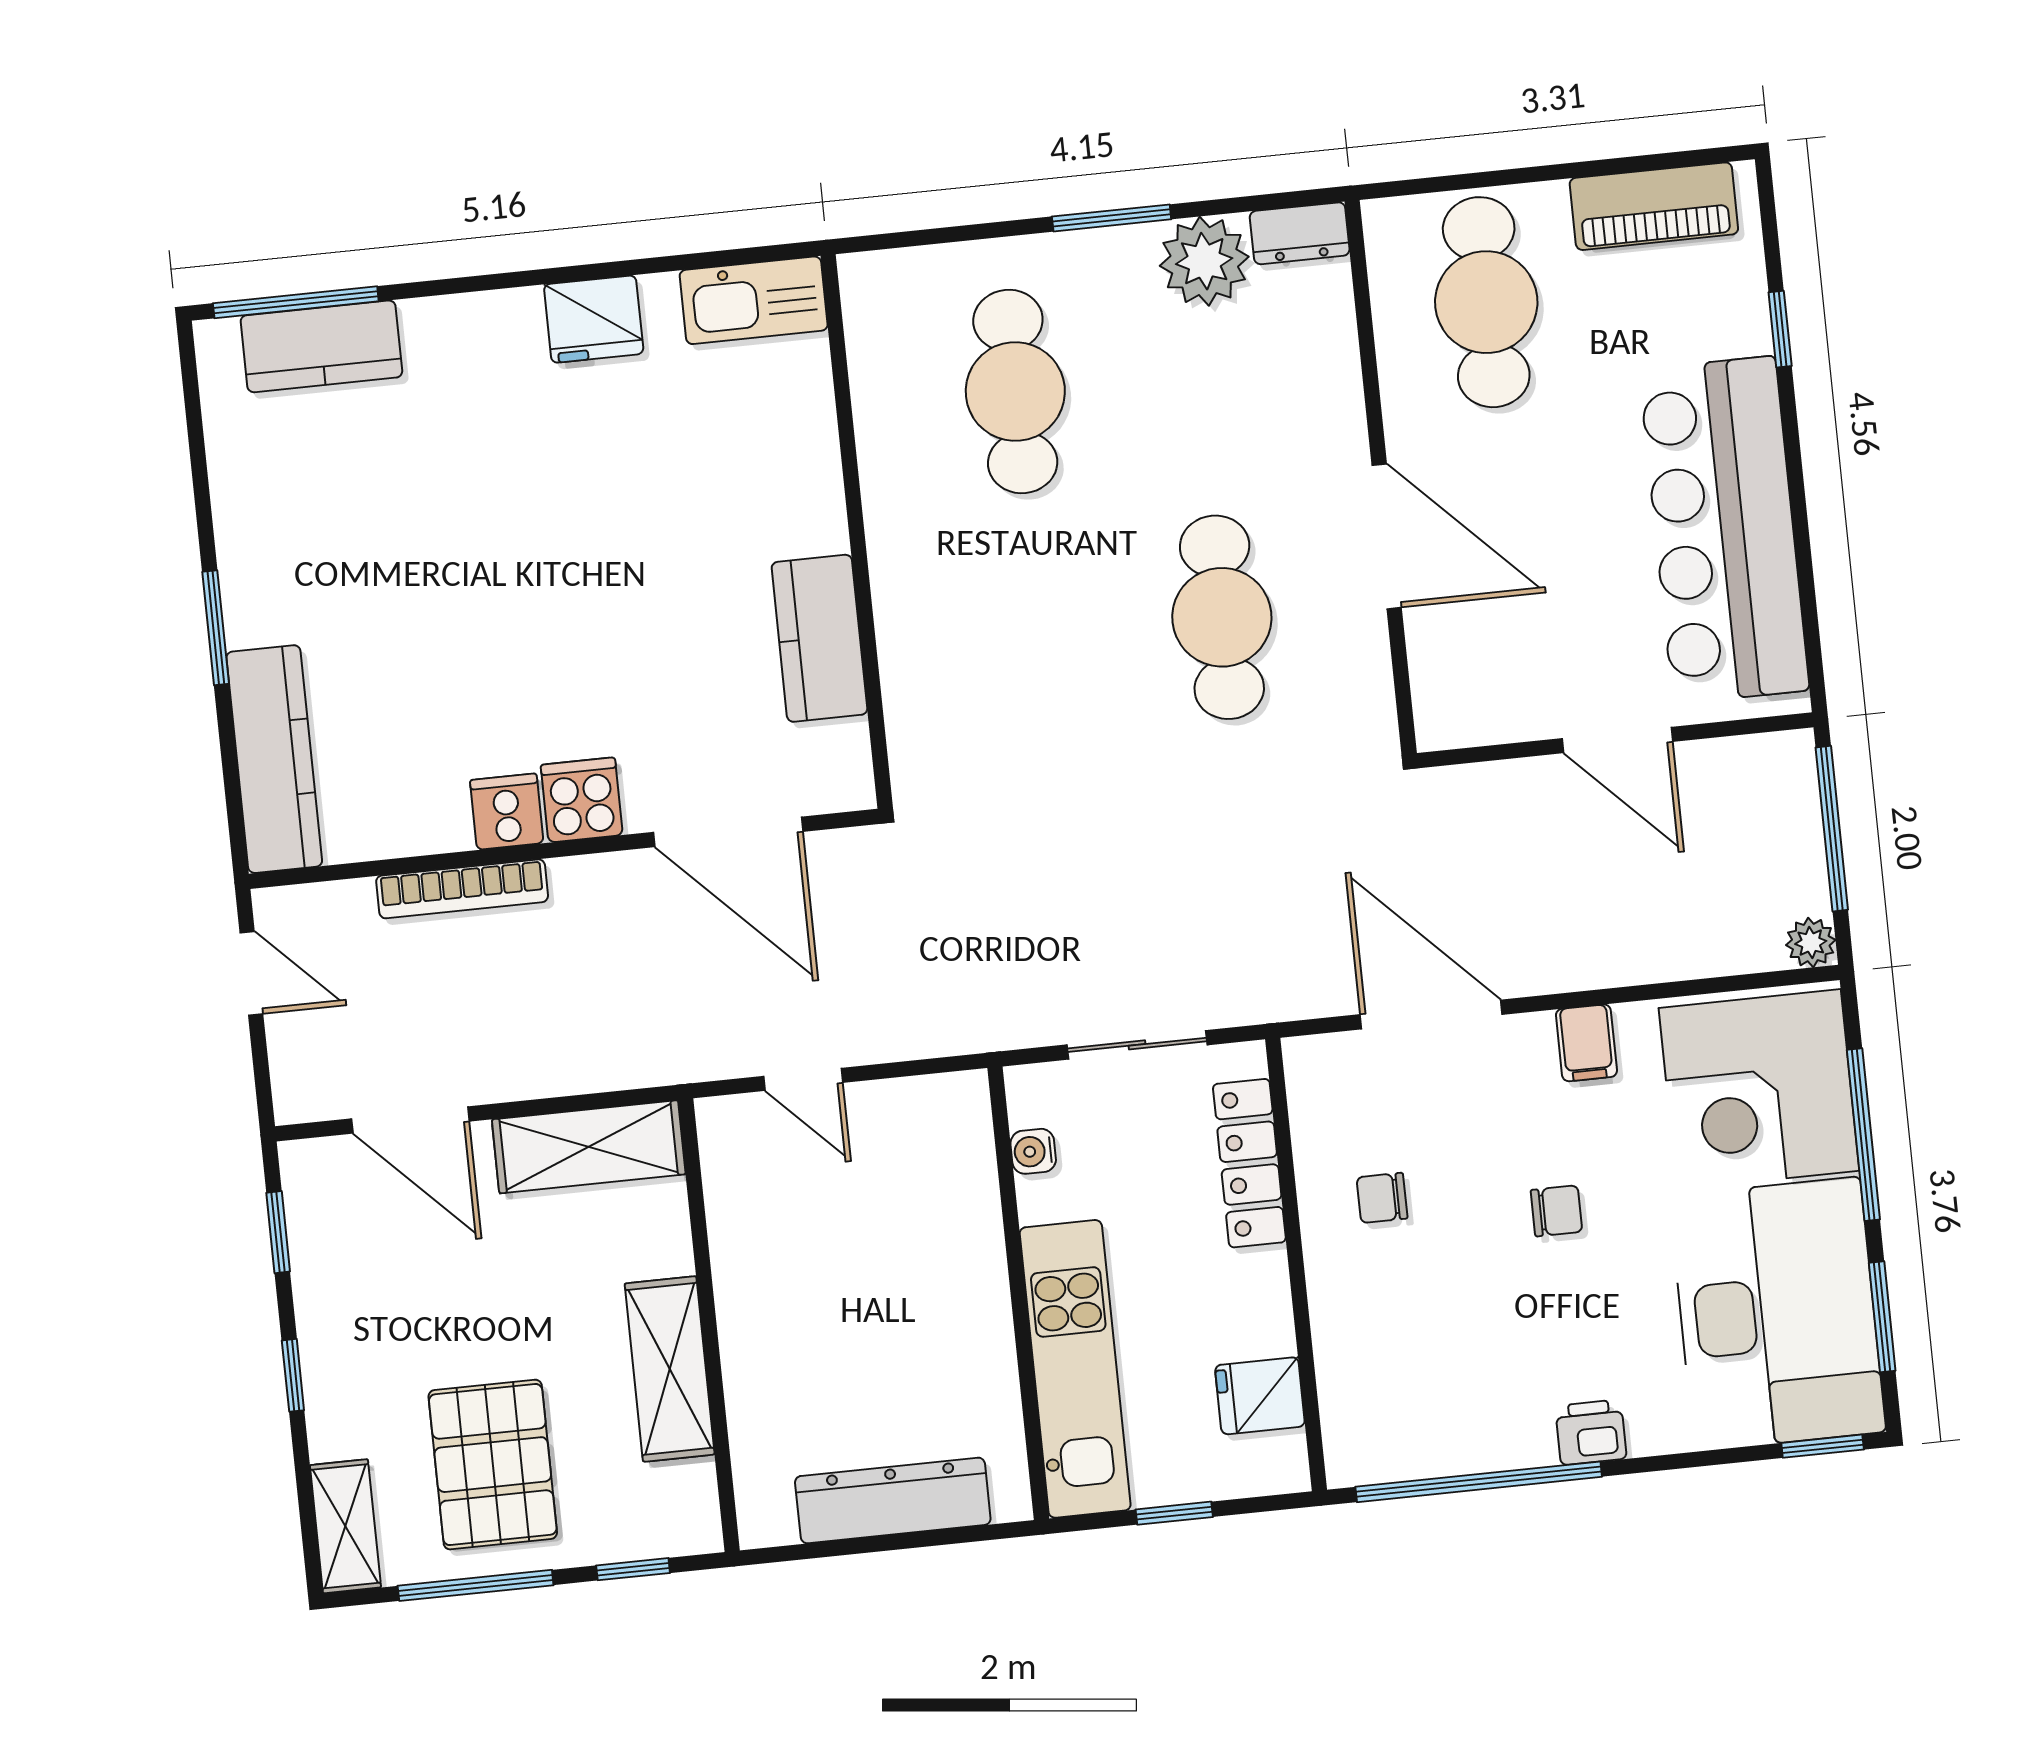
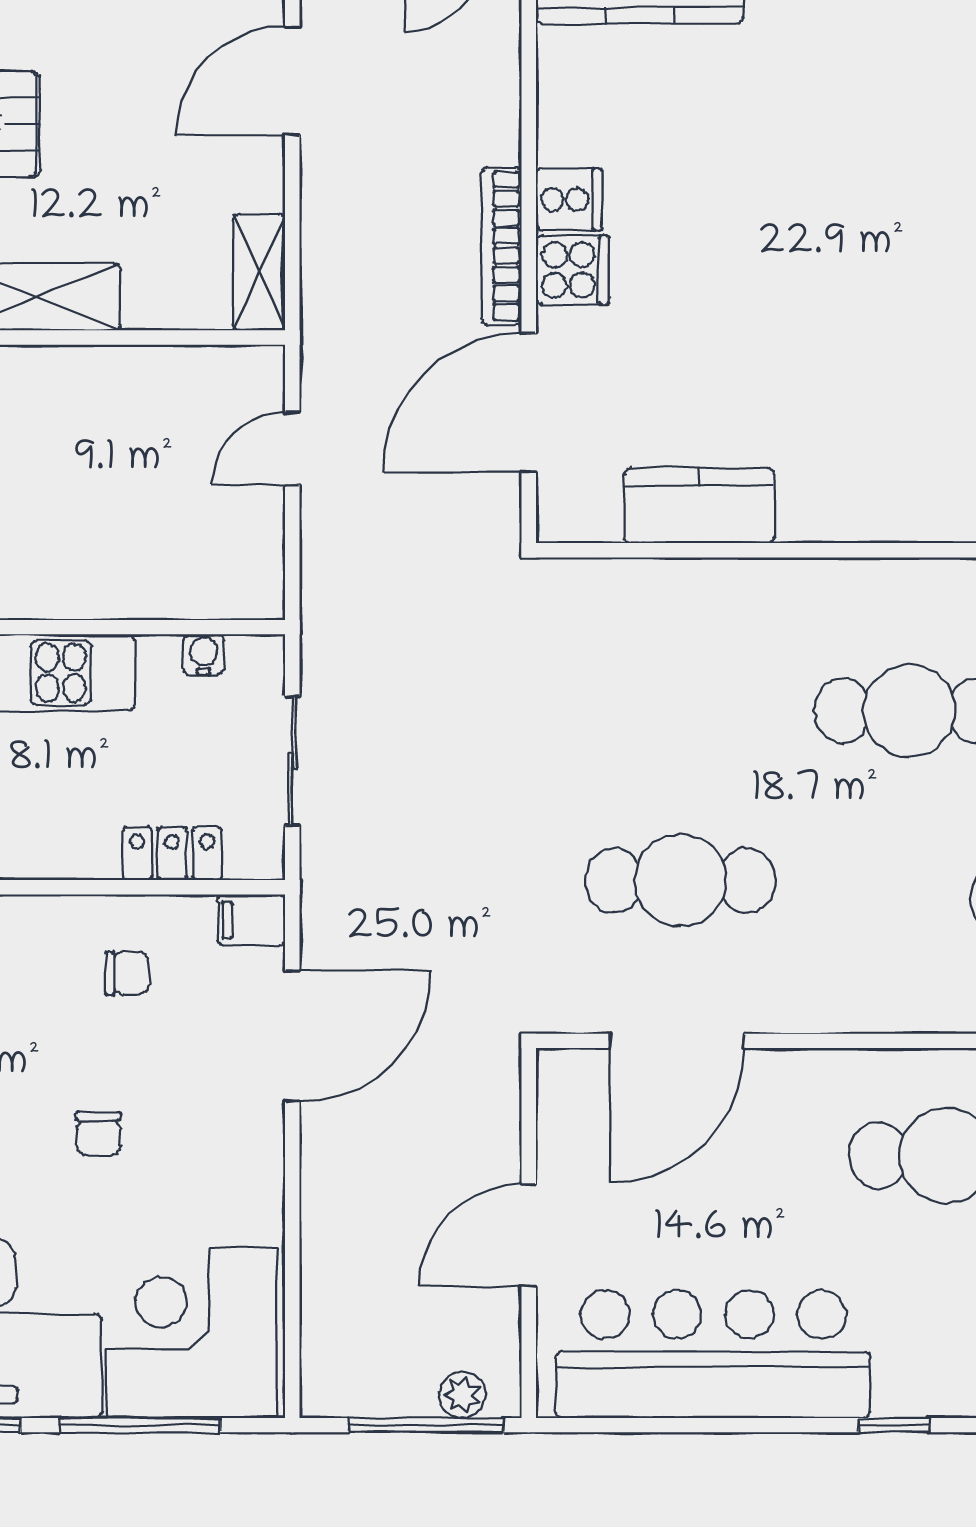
door: (1387, 536) -> (677, 1041), moved
bookcase: (462, 889) -> (501, 246), moved
plant: (1811, 943) -> (462, 1395), moved
filing cabinet: (1586, 1043) -> (251, 920), moved
shelving: (589, 1147) -> (259, 272), width x0.67, depth x0.75
locker: (1249, 1163) -> (172, 854), width x0.66
chair: (1382, 1198) -> (127, 973), turned 90

